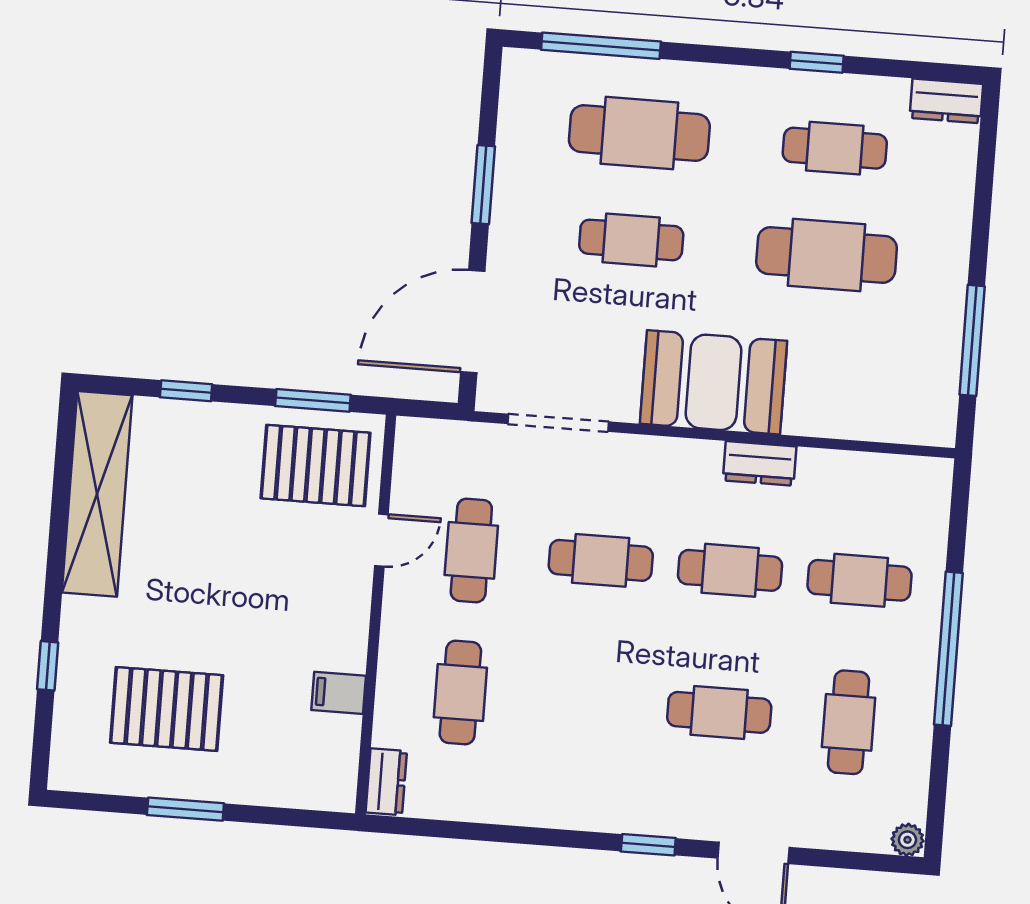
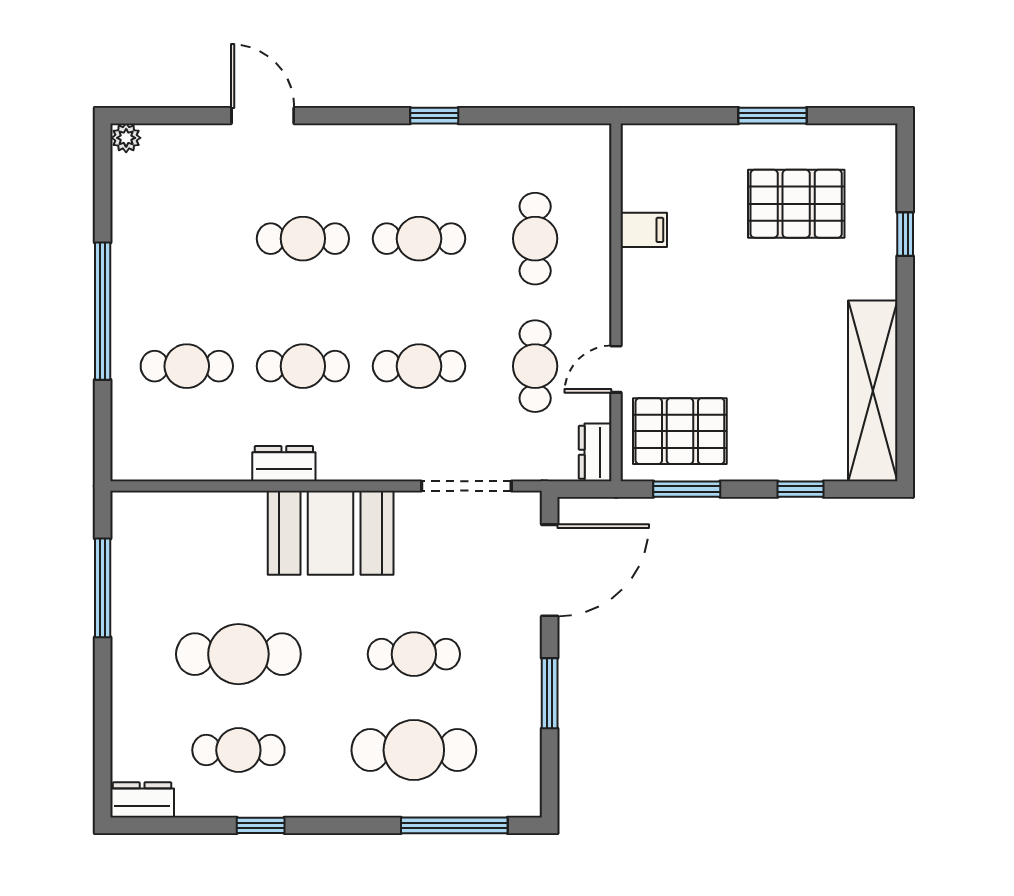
cafe table: (849, 722) -> (419, 239), moved, turned 90
dresser: (386, 782) -> (595, 452), moved
window: (648, 845) -> (434, 116), moved

